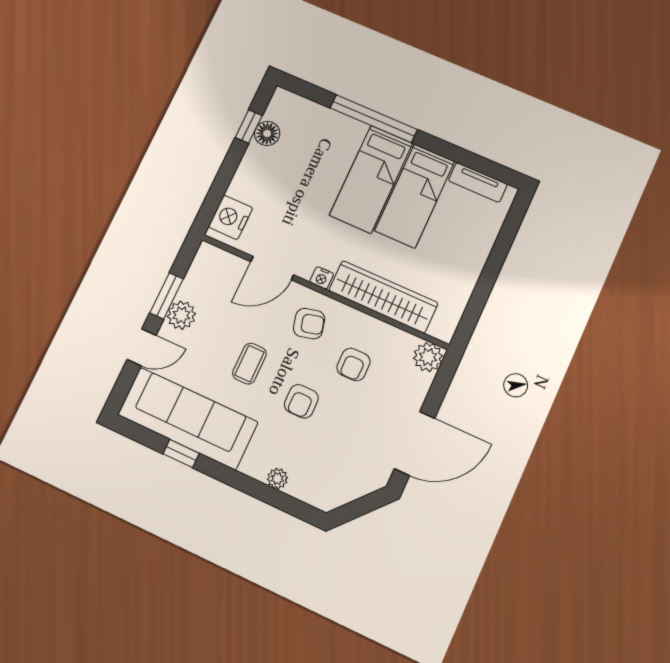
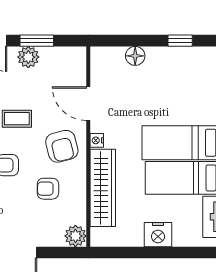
floor lamp: (267, 133) -> (135, 56), moved
nightstand: (231, 217) -> (158, 235), moved, turned 180
armchair: (309, 324) -> (62, 146), width x1.38, depth x1.38

